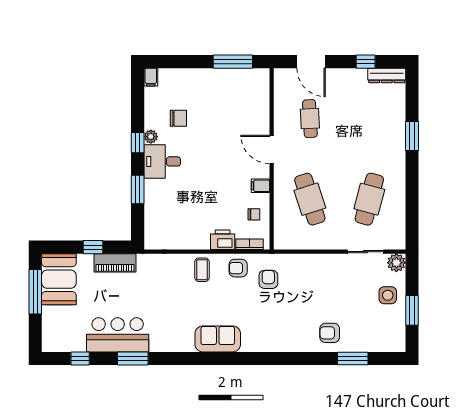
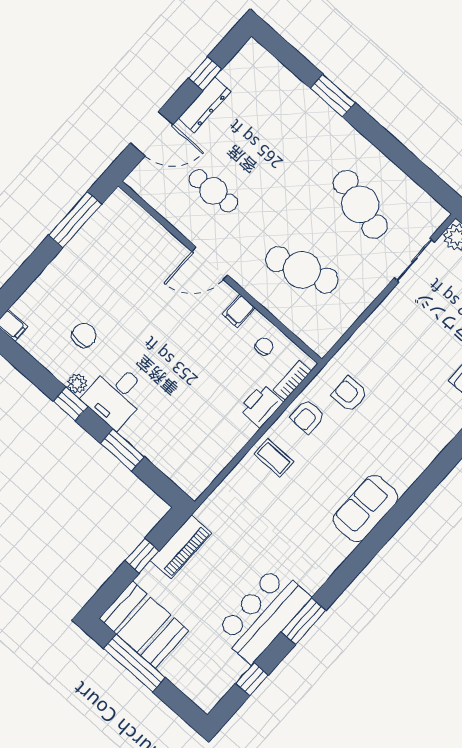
dresser: (387, 75) -> (205, 105), moved

